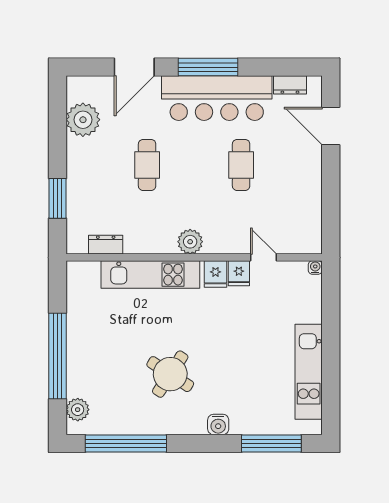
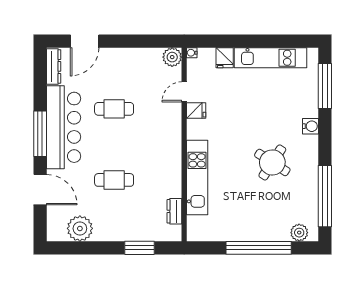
dresser: (290, 85) -> (54, 66), width x1.44
plant: (190, 242) -> (172, 57), moved
fridge: (215, 274) -> (225, 58), moved, turned 90

